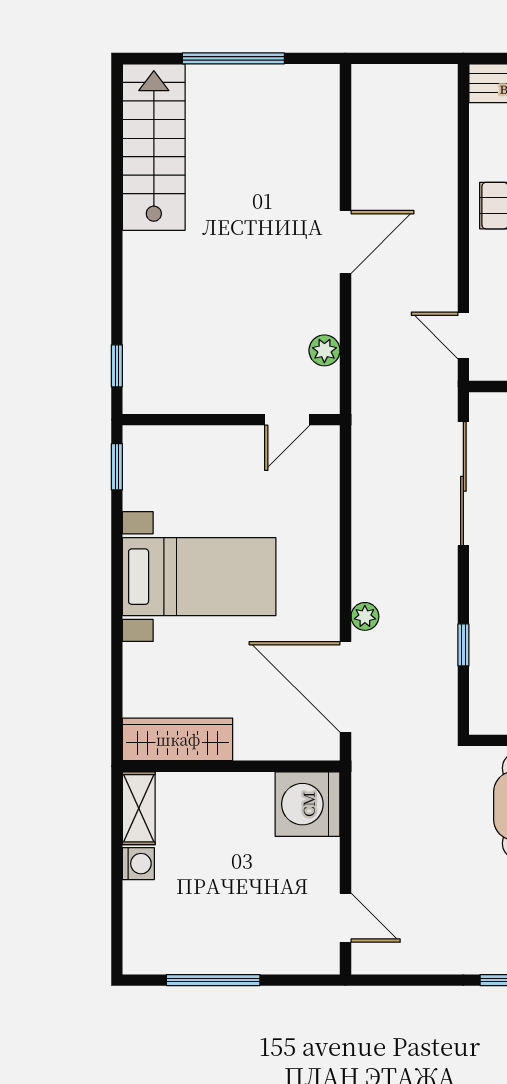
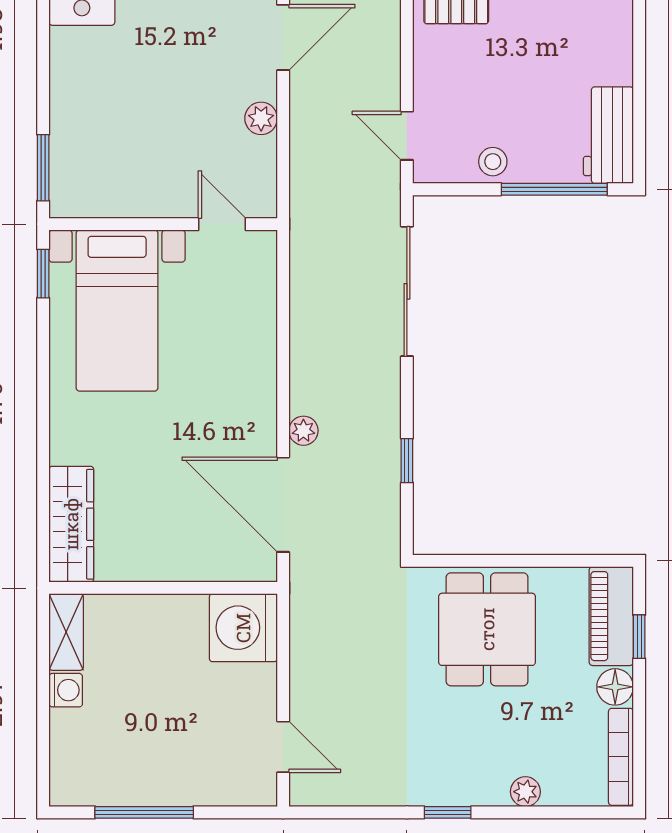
plant: (324, 350) -> (261, 118), moved
window: (117, 366) -> (43, 168), width x1.50
door: (287, 420) -> (222, 224), swing flipped
bed with nightstands: (199, 577) -> (117, 311), moved, turned 90
wardrobe: (178, 739) -> (71, 524), moved, turned 90

